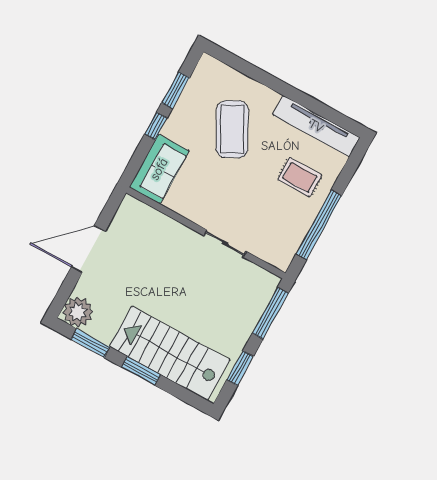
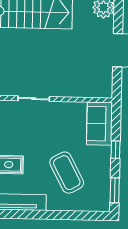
window: (176, 90) -> (115, 190), moved

